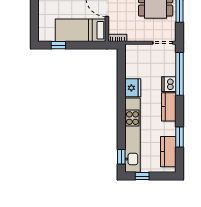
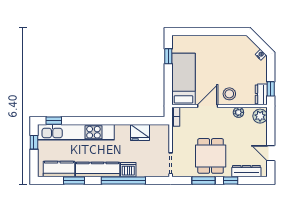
window: (179, 74) -> (123, 180), moved
fridge: (133, 88) -> (140, 132), moved
kitchen counter: (169, 107) -> (98, 169), width x1.50

